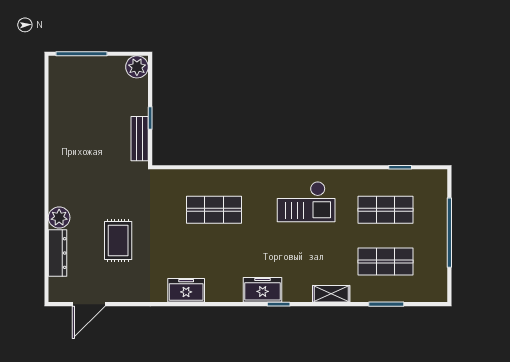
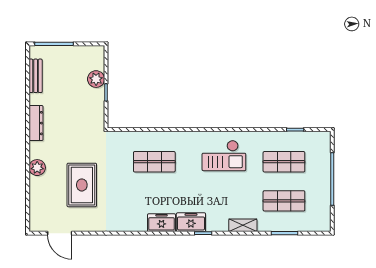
plant: (137, 67) -> (96, 79), moved
bench: (140, 139) -> (36, 76), moved
rug: (118, 241) -> (82, 185), width x1.36, depth x1.43
dresser: (58, 253) -> (36, 123), moved
freezer: (186, 290) -> (161, 223), moved
door: (89, 304) -> (60, 233), hinge flipped

